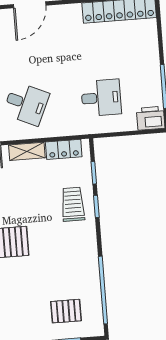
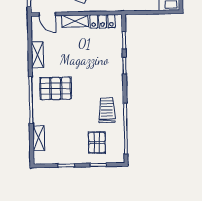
trolley: (73, 204) -> (107, 110), moved
pallet: (66, 311) -> (97, 143), turned 90

